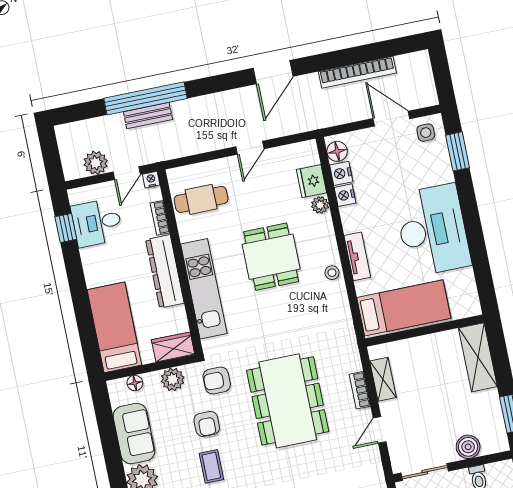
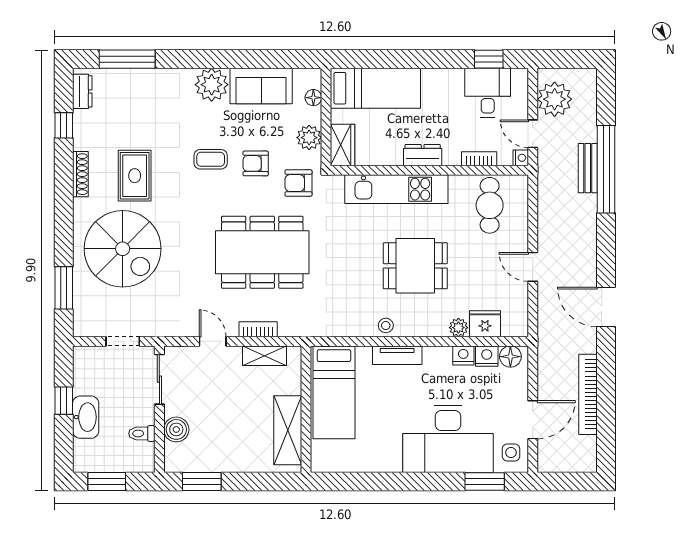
plant: (96, 163) -> (555, 99), width x1.36, depth x1.36
desk: (433, 230) -> (448, 439), moved
dresser: (165, 271) -> (423, 155), width x0.51, depth x0.80
shelving: (478, 357) -> (288, 430), moved, turned 90
armchair: (217, 380) -> (299, 183), turned -90

